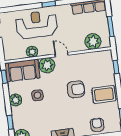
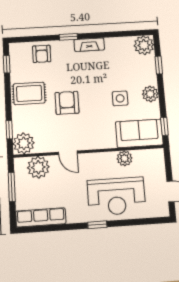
door: (61, 55) -> (68, 153), moved
plant: (47, 65) -> (24, 143), moved
armchair: (76, 89) -> (67, 103), turned 90

